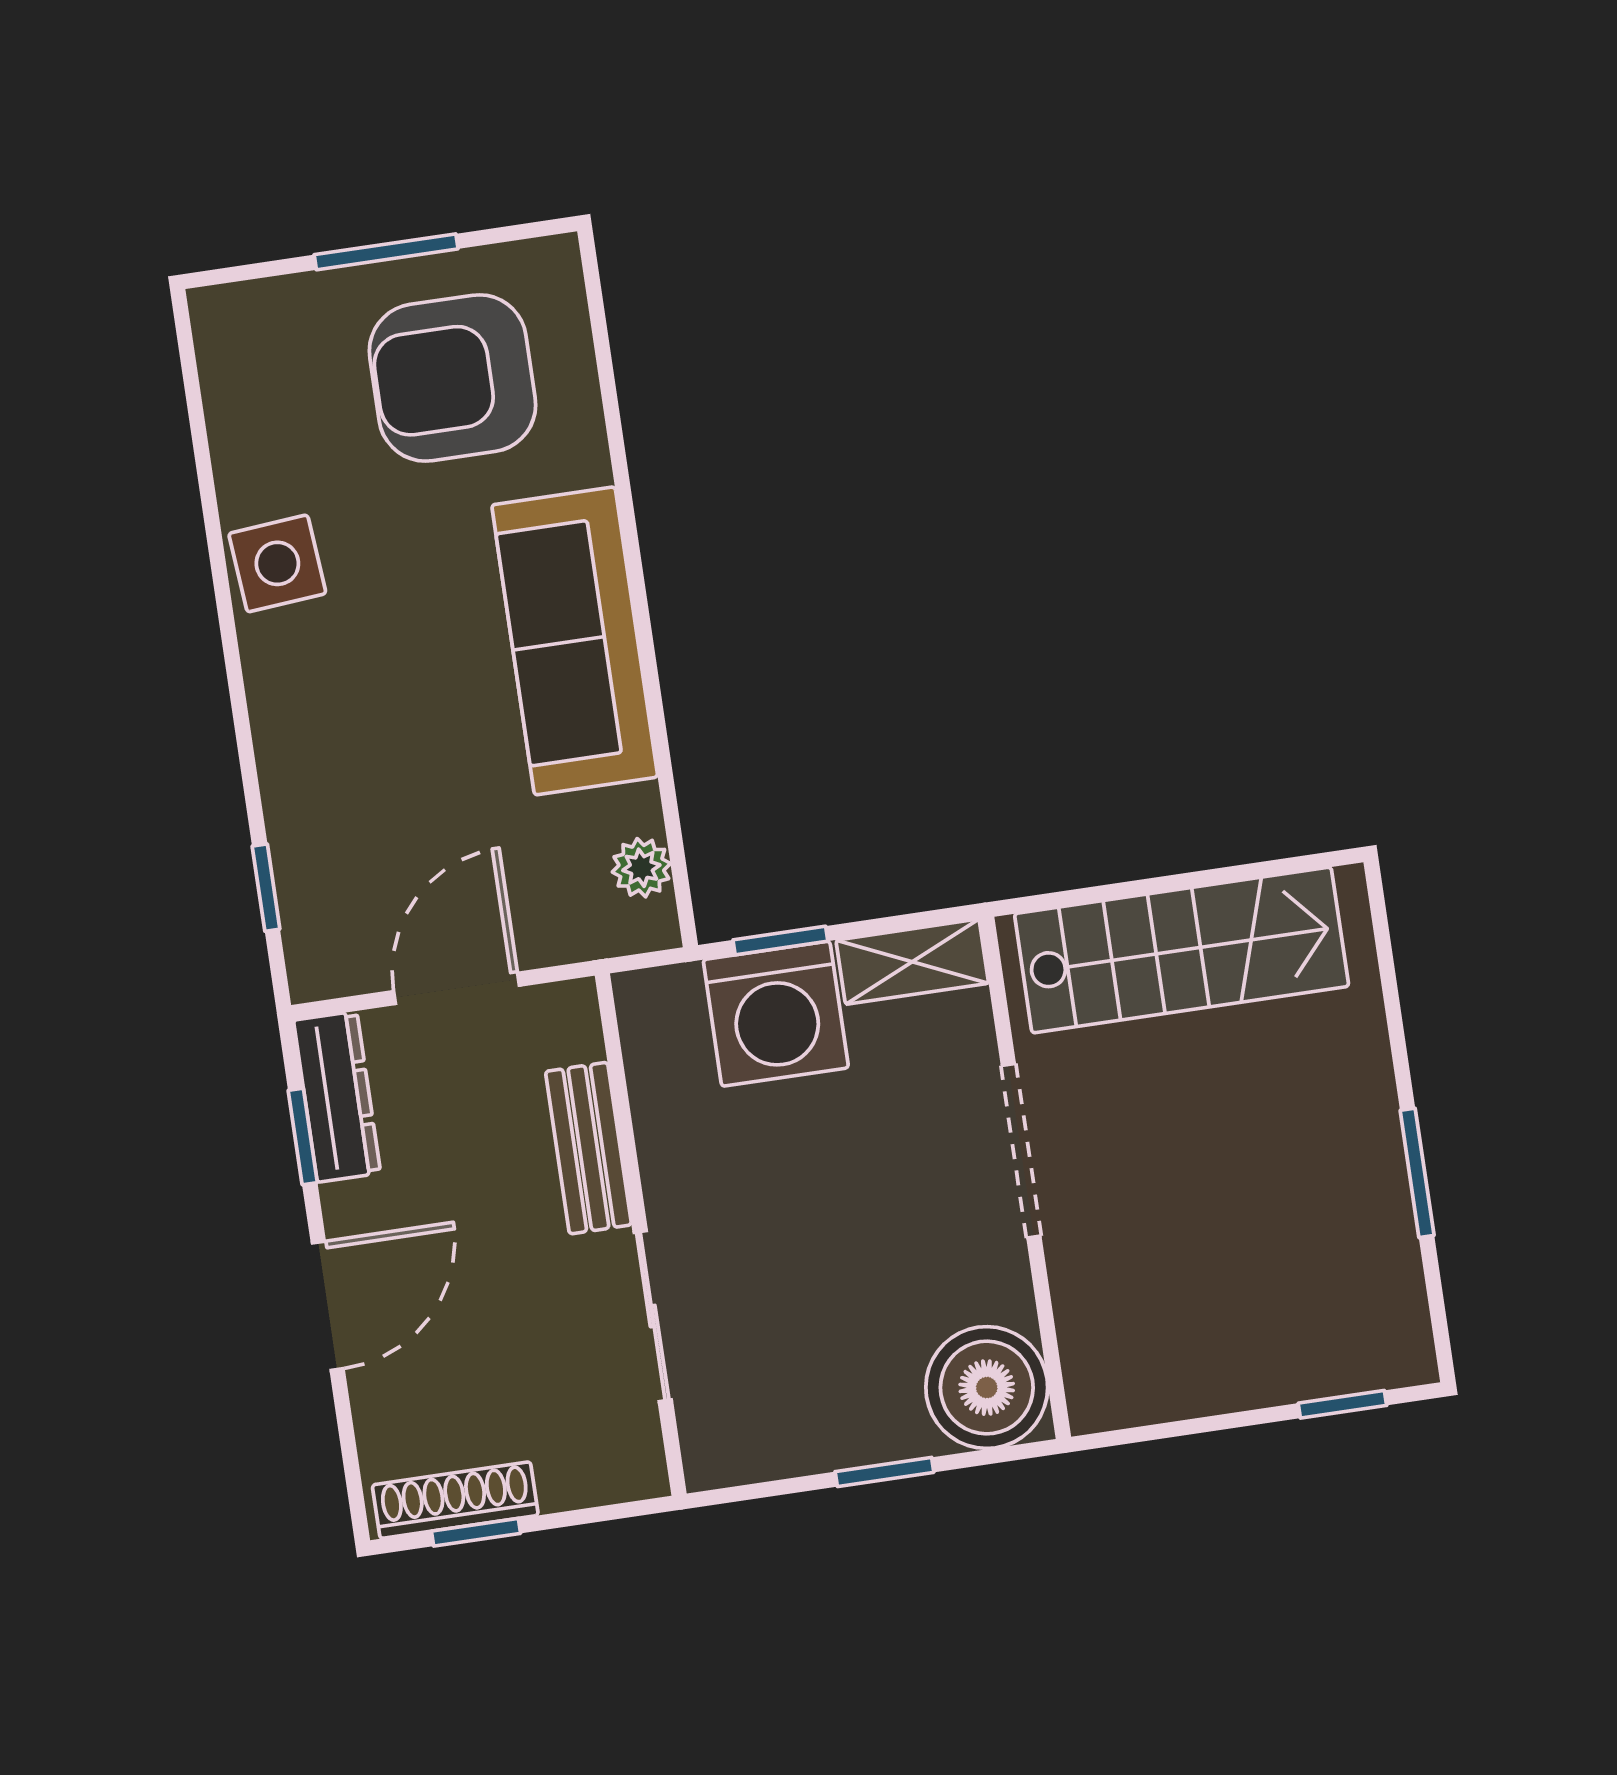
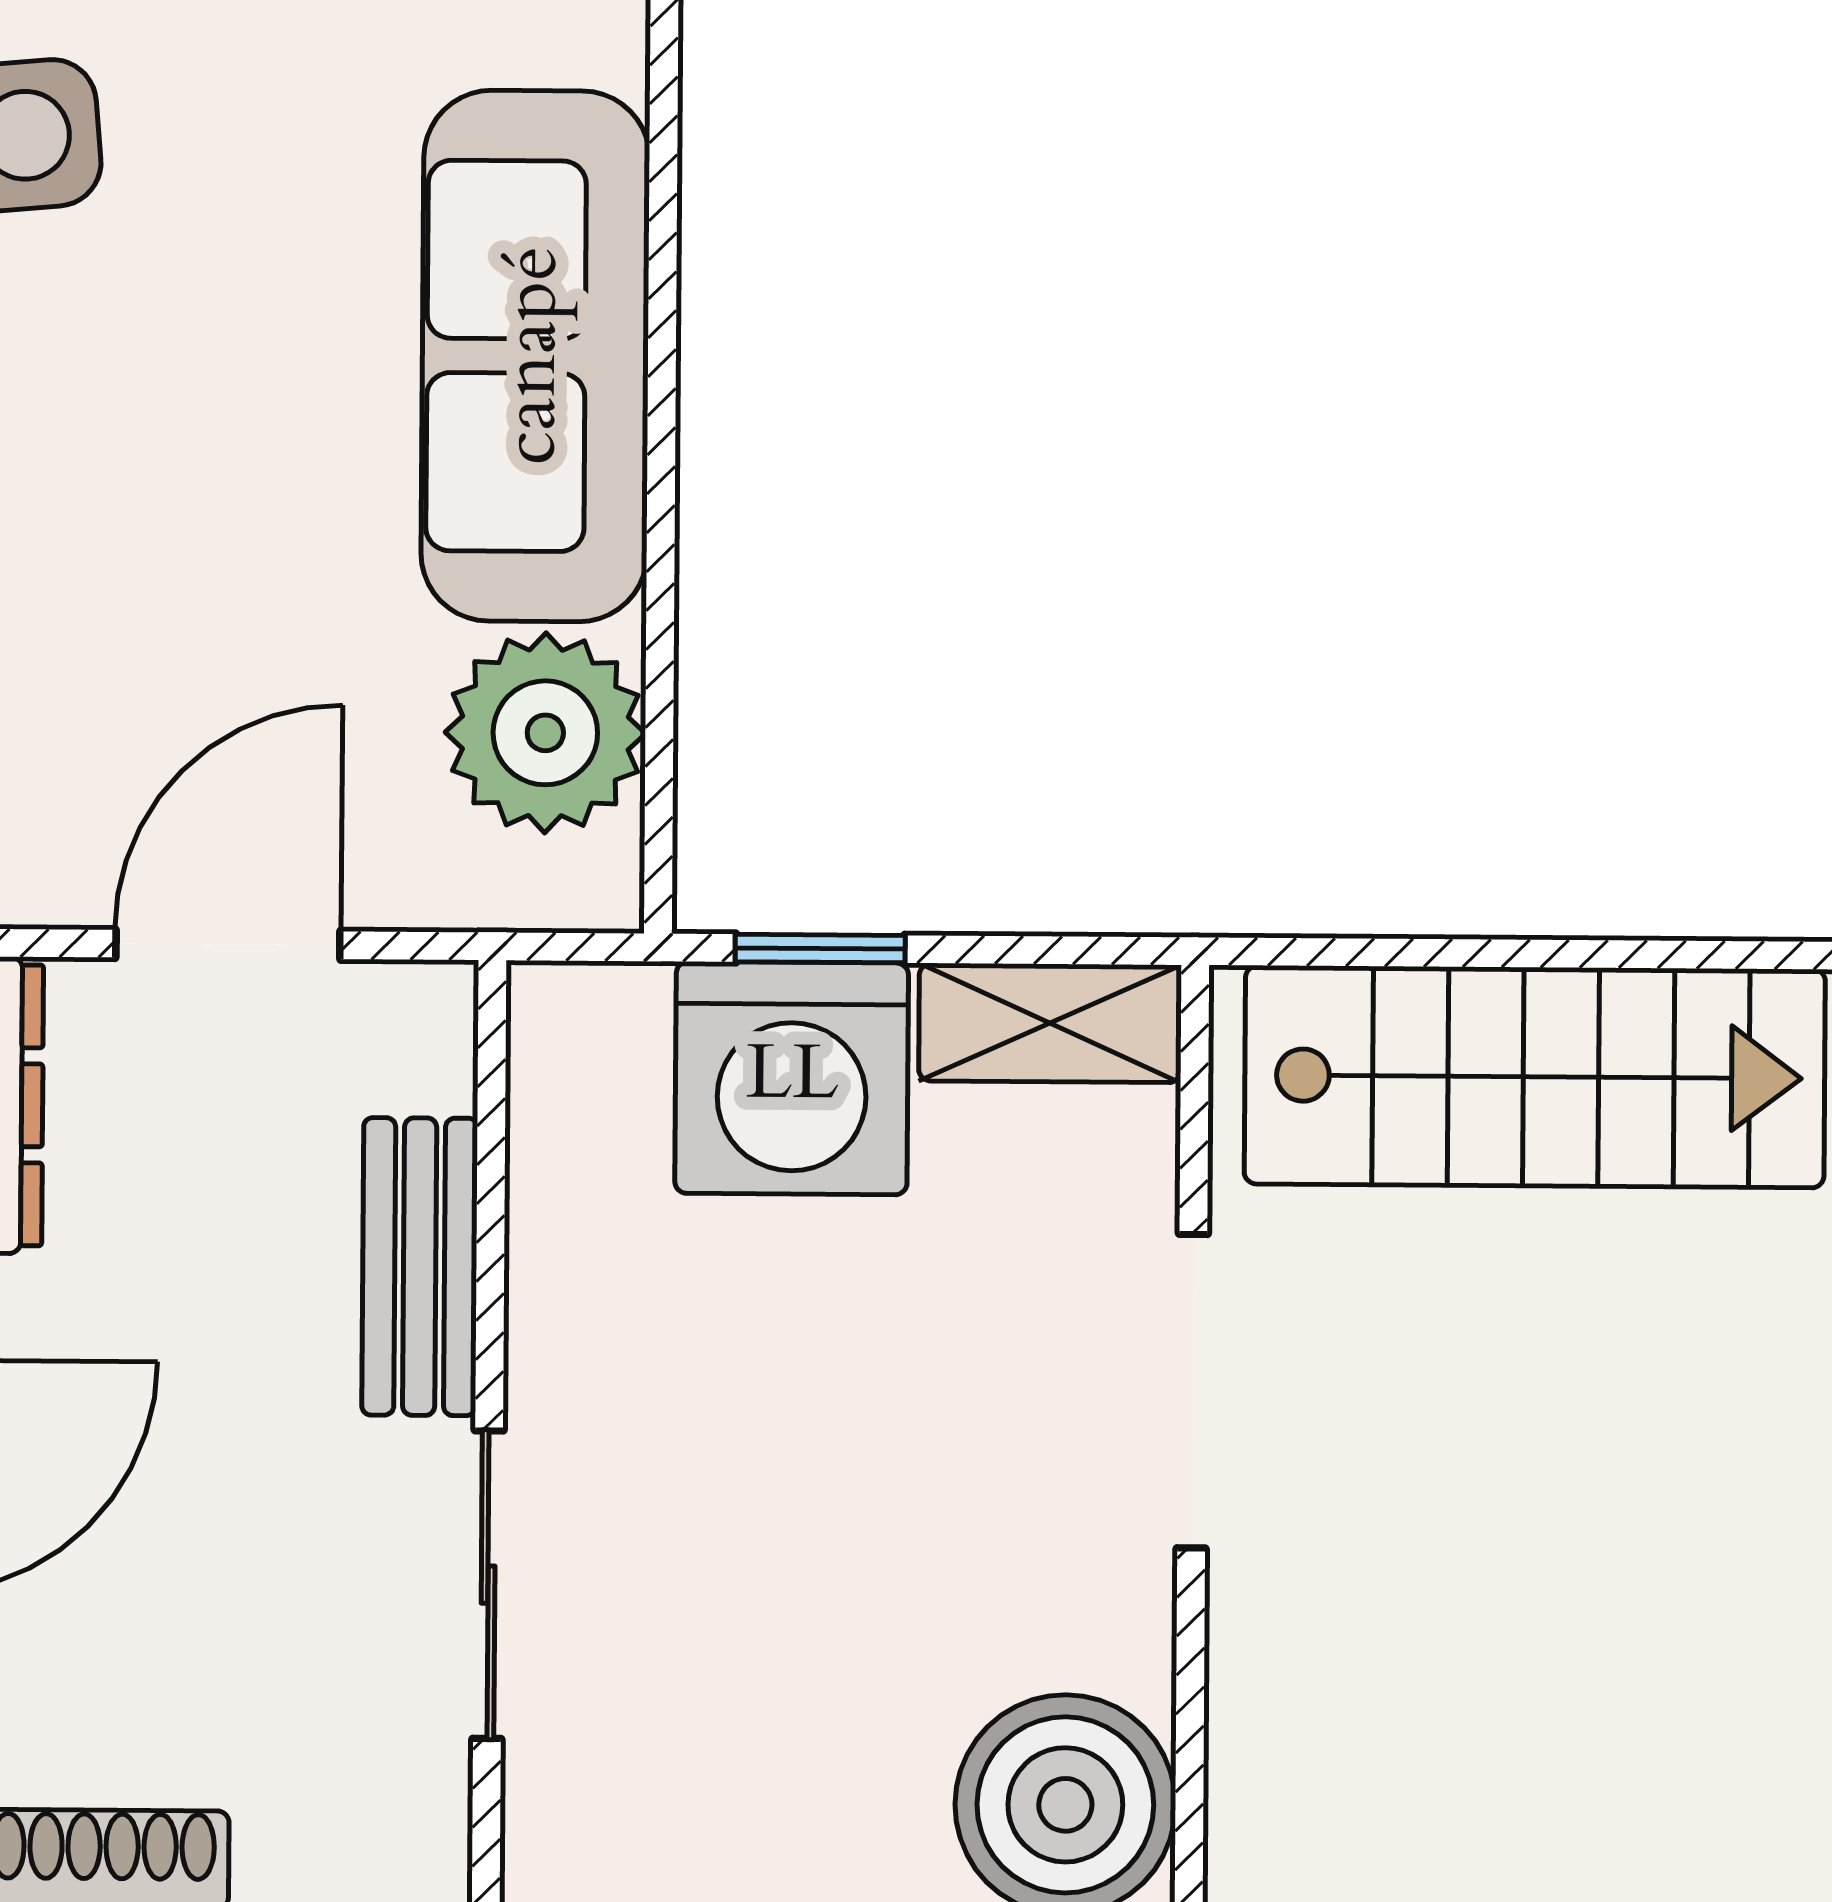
plant: (641, 868) -> (545, 733), width x1.87, depth x1.87

